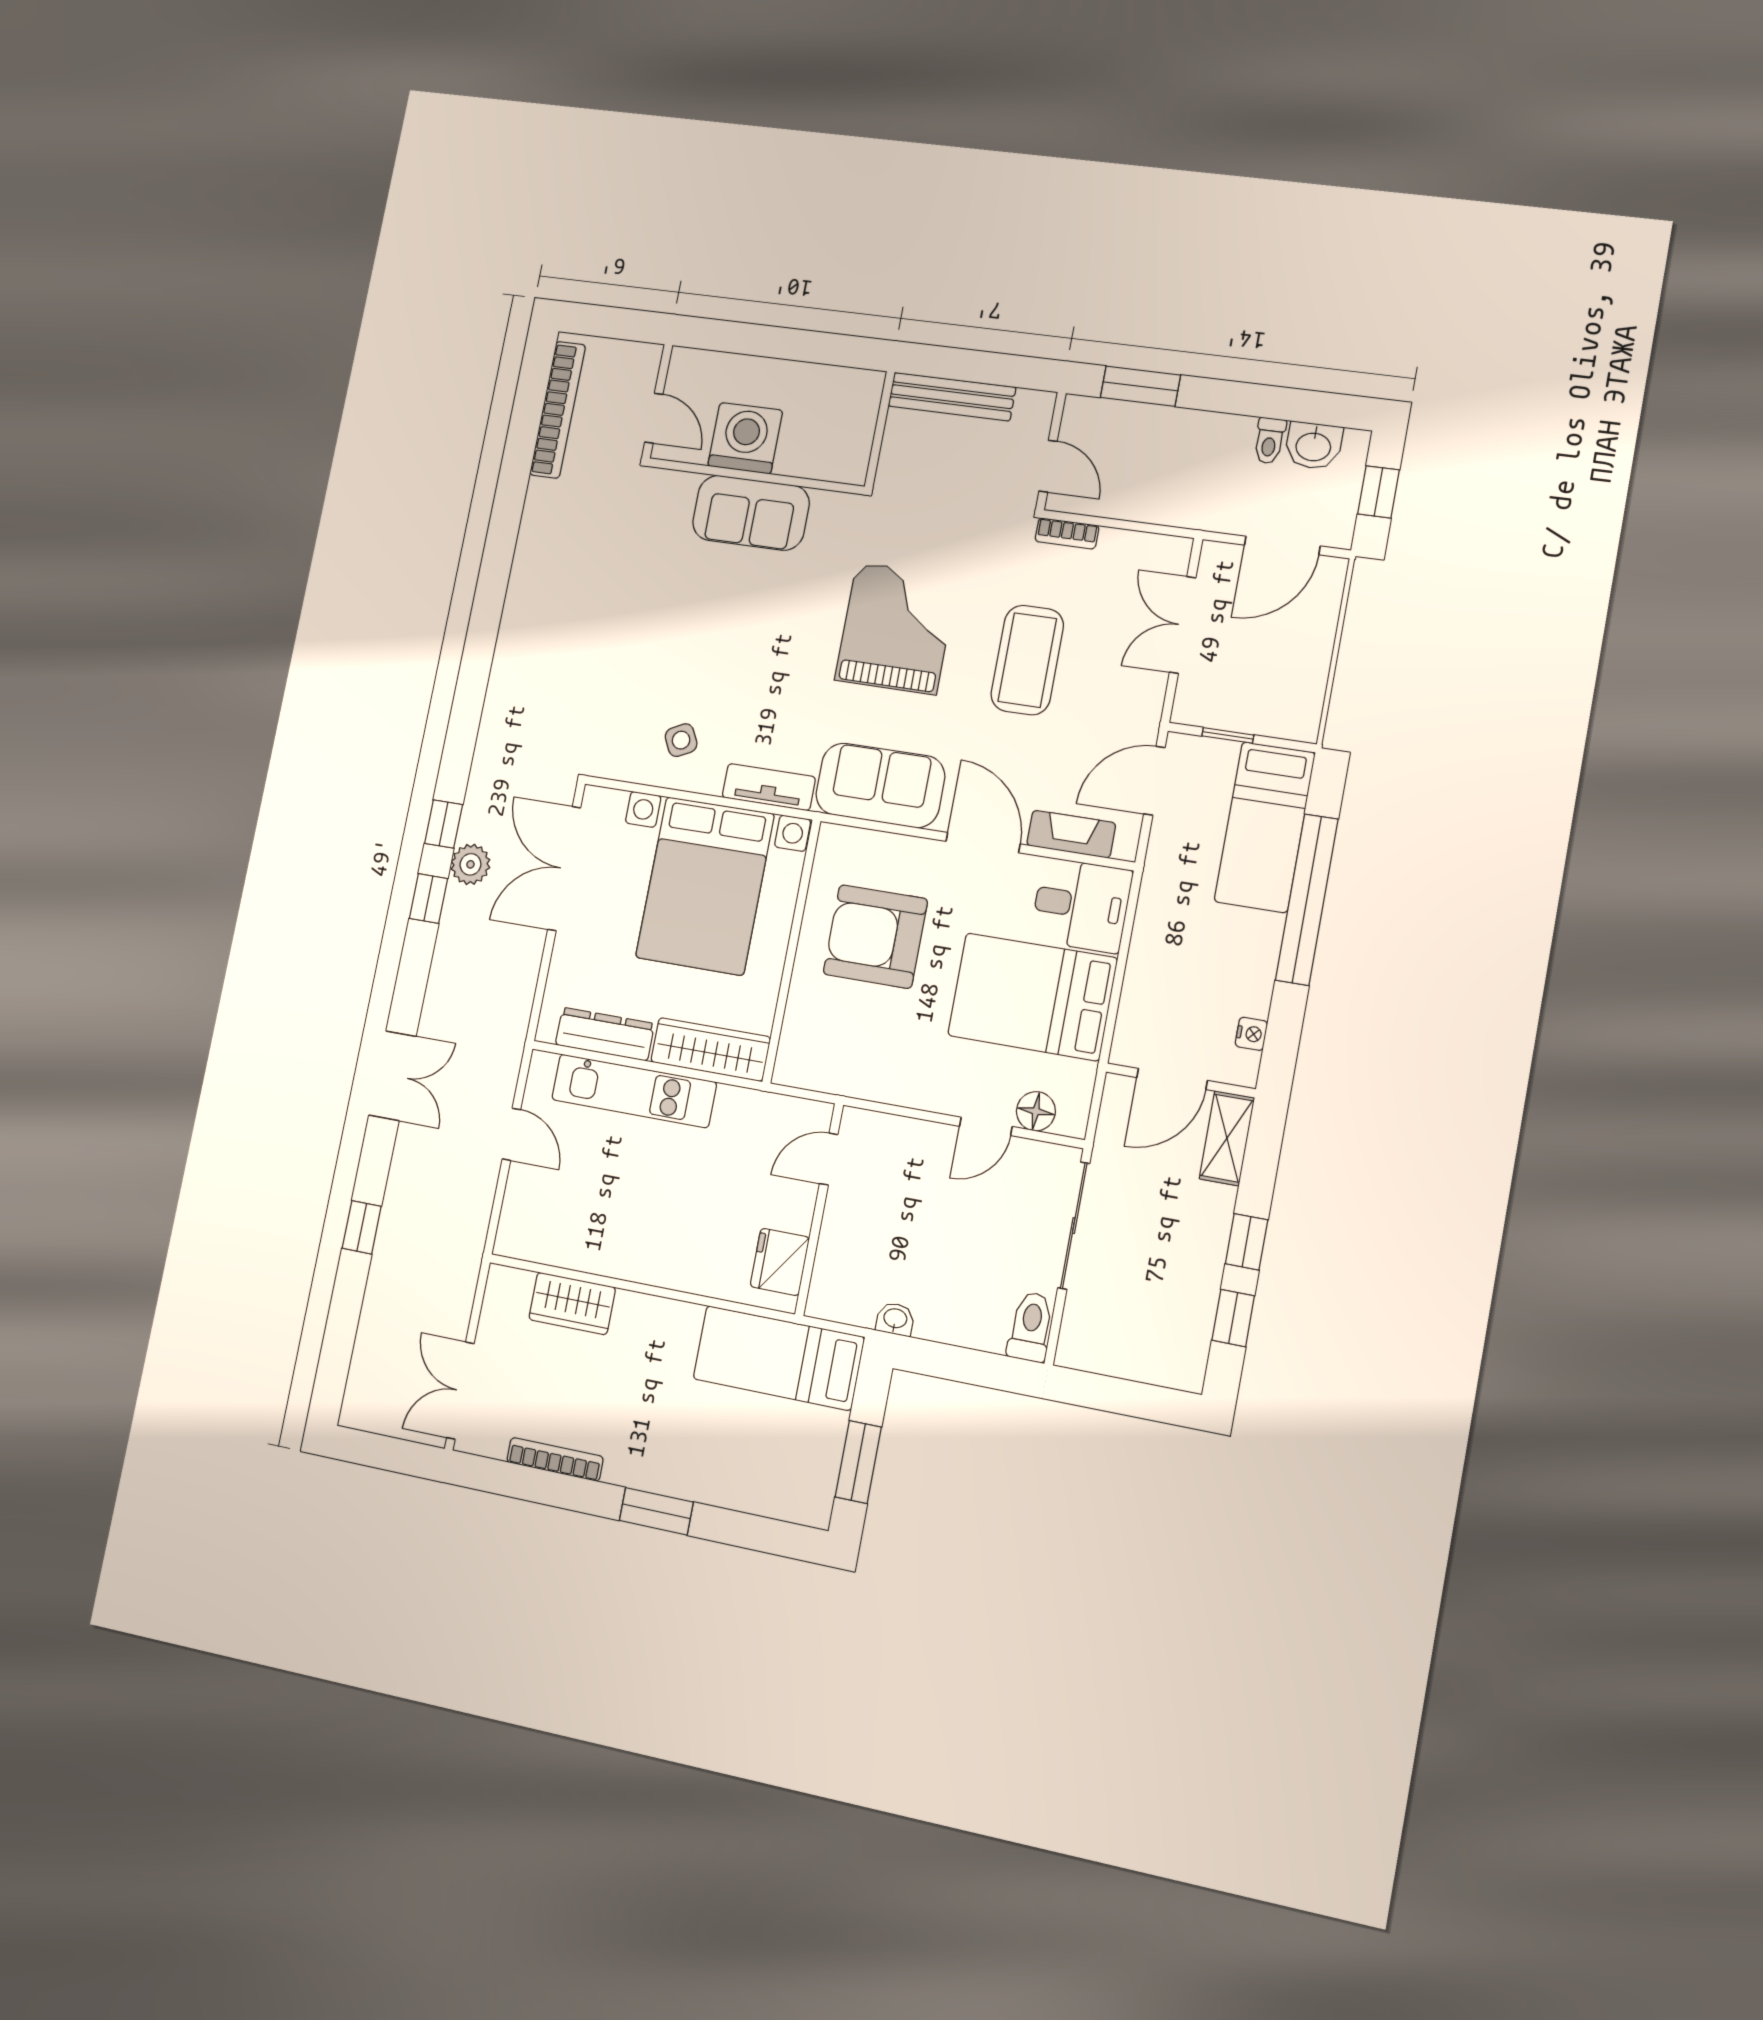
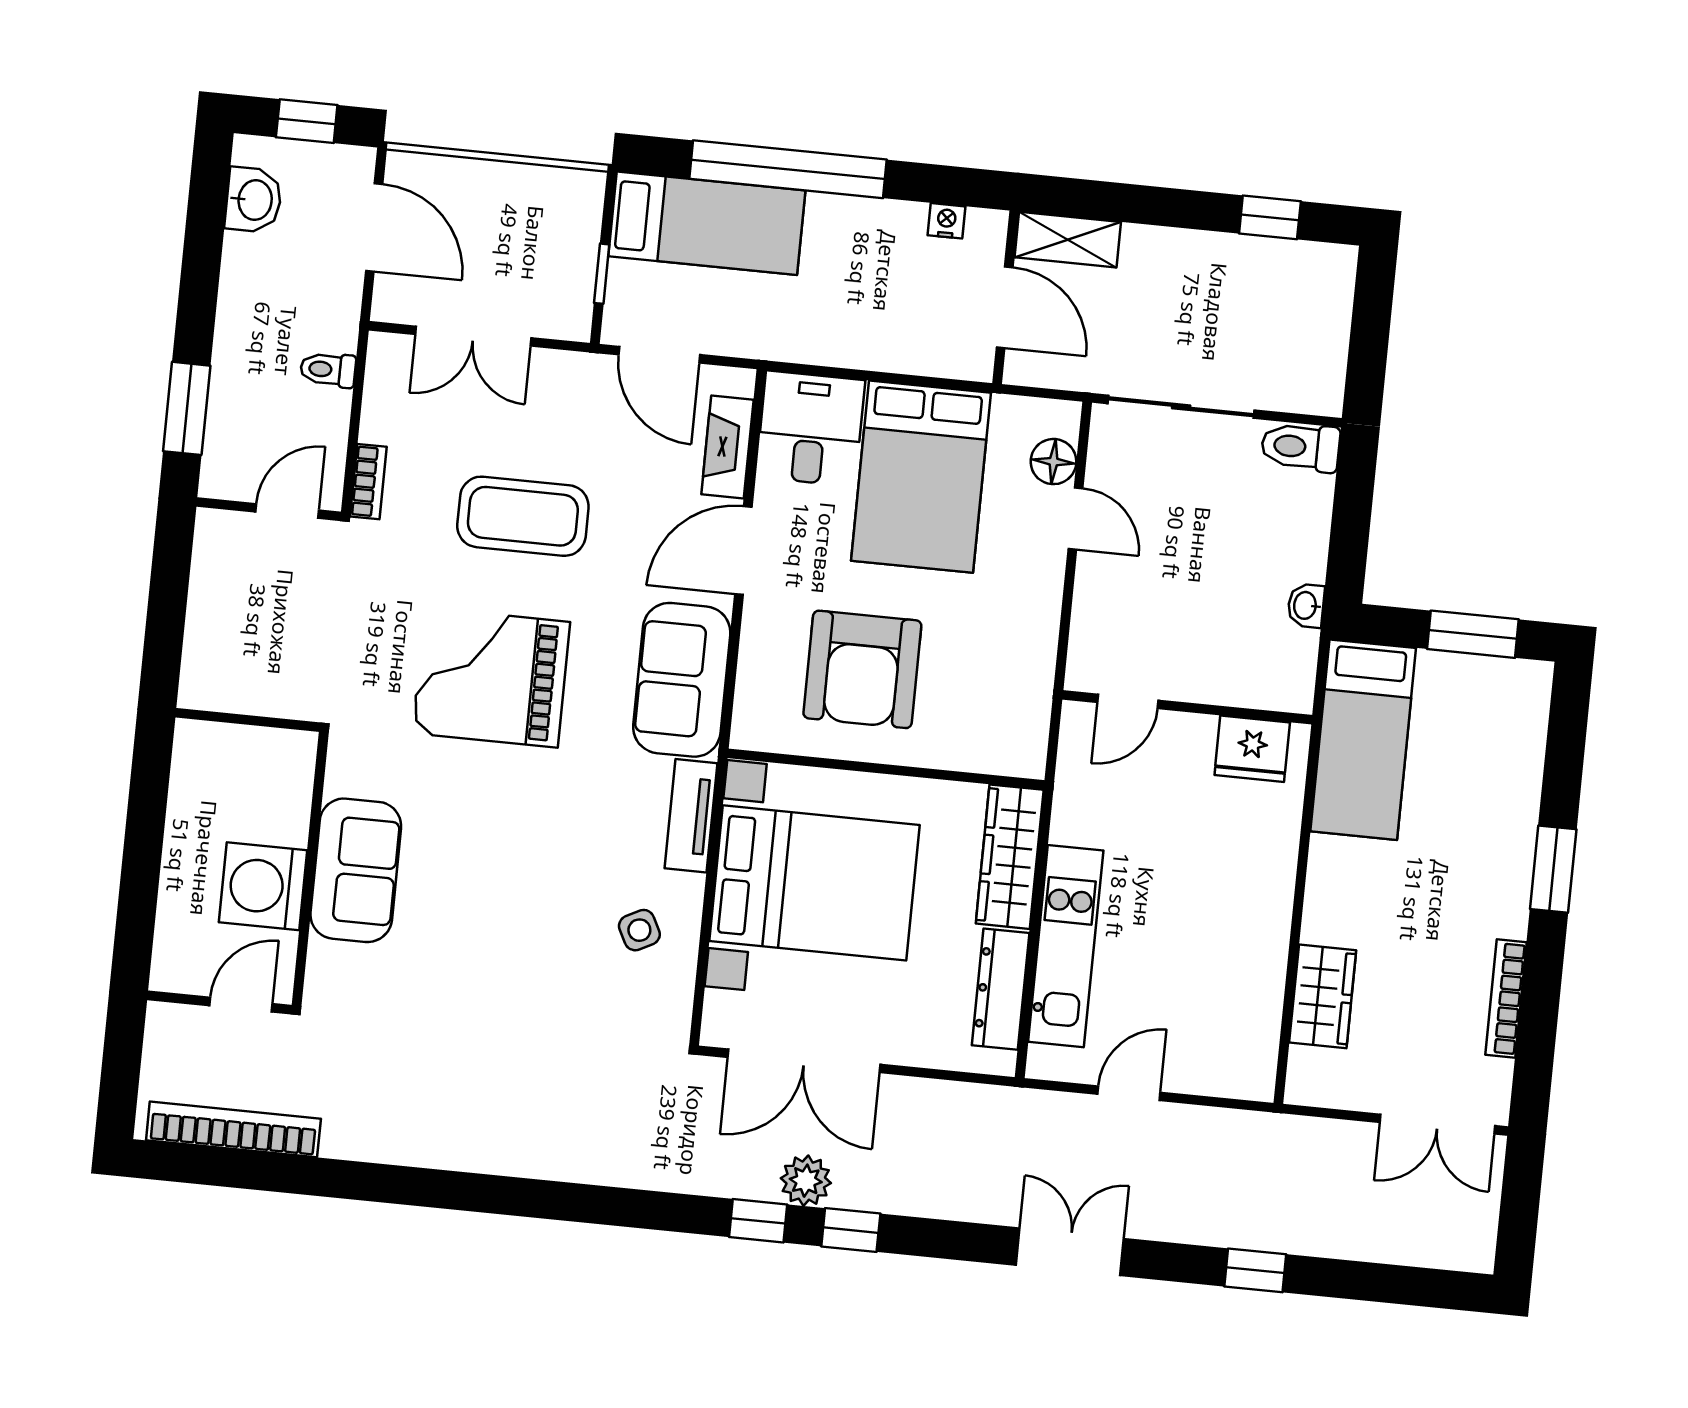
bench: (952, 397) -> (205, 635), removed
toilet: (1269, 441) -> (328, 370), moved, turned 180
door: (829, 1159) -> (1128, 701), hinge flipped
window: (1247, 1242) -> (1183, 209), removed

